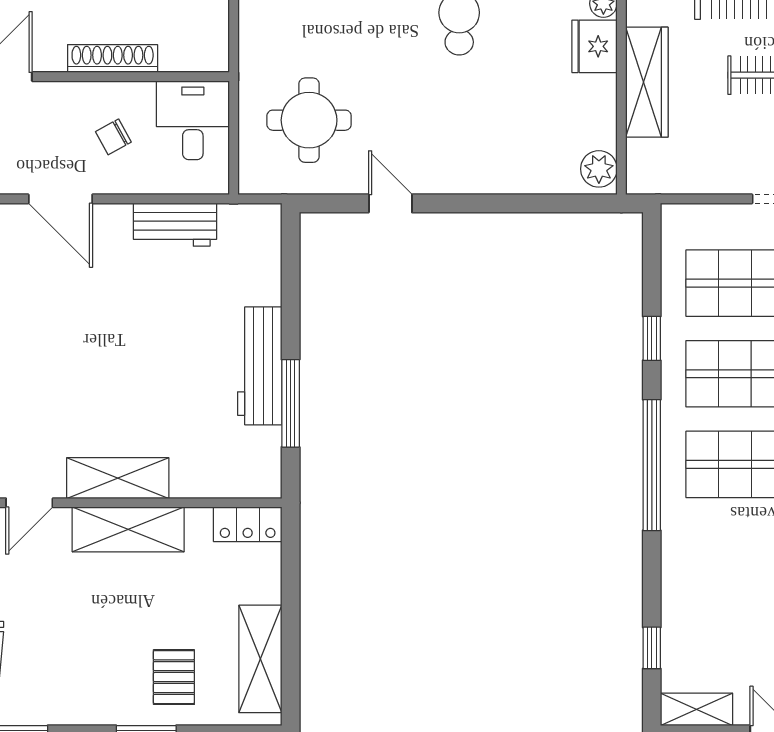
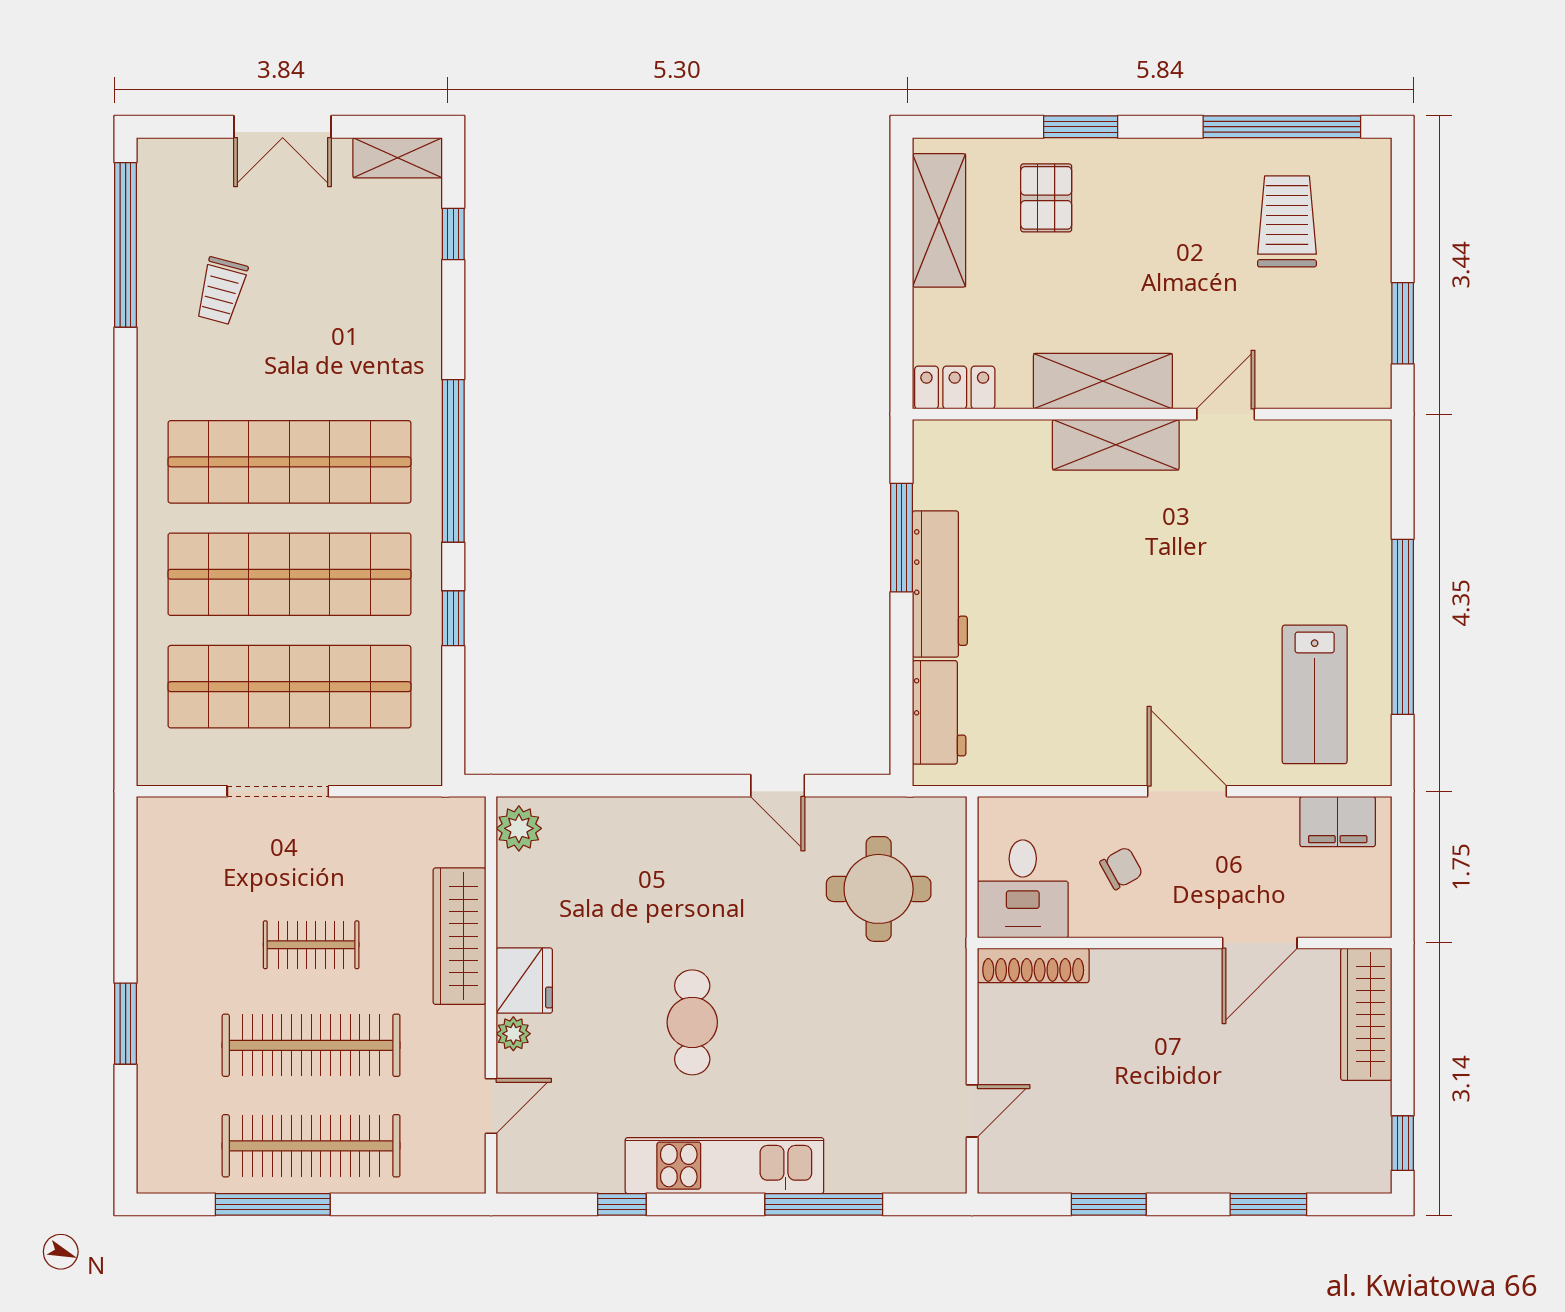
shoe rack: (113, 59) -> (1033, 965), moved
workbench: (175, 225) -> (939, 712), moved, turned 90

